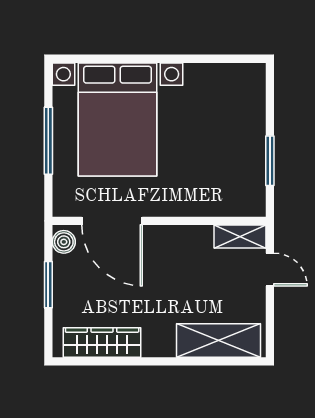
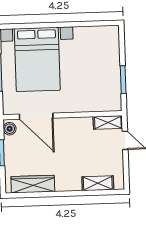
shelving: (219, 341) -> (98, 183), width x0.67, depth x0.75

